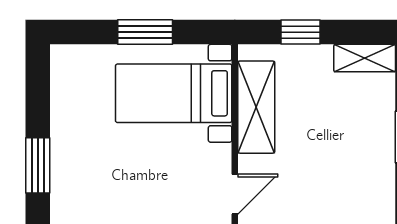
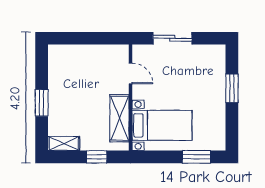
window: (145, 32) -> (196, 157), moved
door: (235, 194) -> (131, 73), swing flipped

